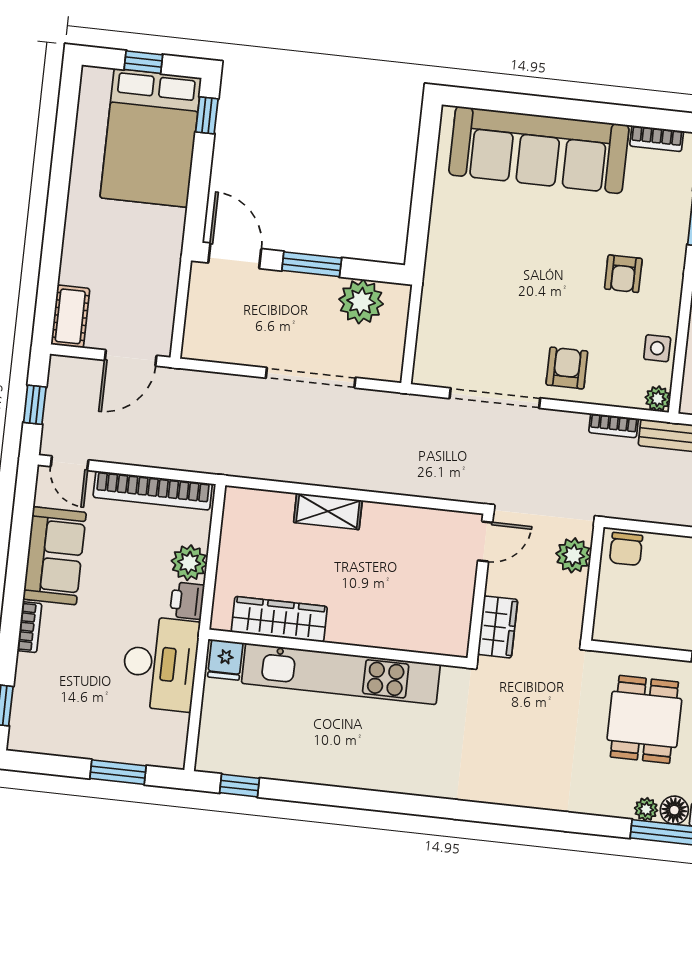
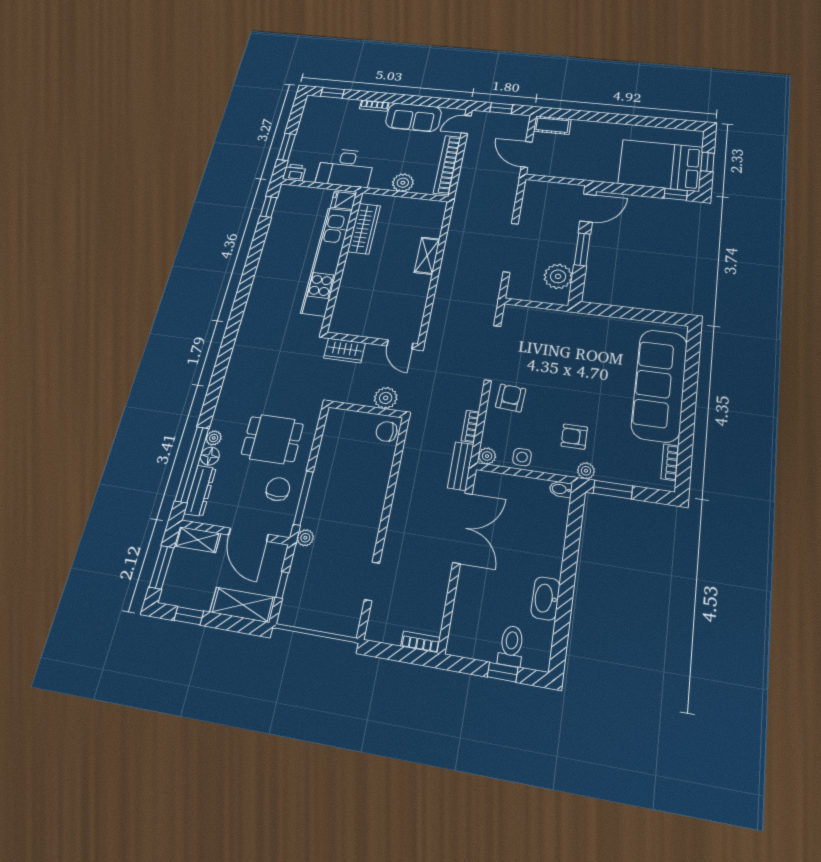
plant: (674, 257) -> (586, 471), added
armchair: (567, 368) -> (511, 398), turned -86
printer: (187, 601) -> (294, 172), moved

